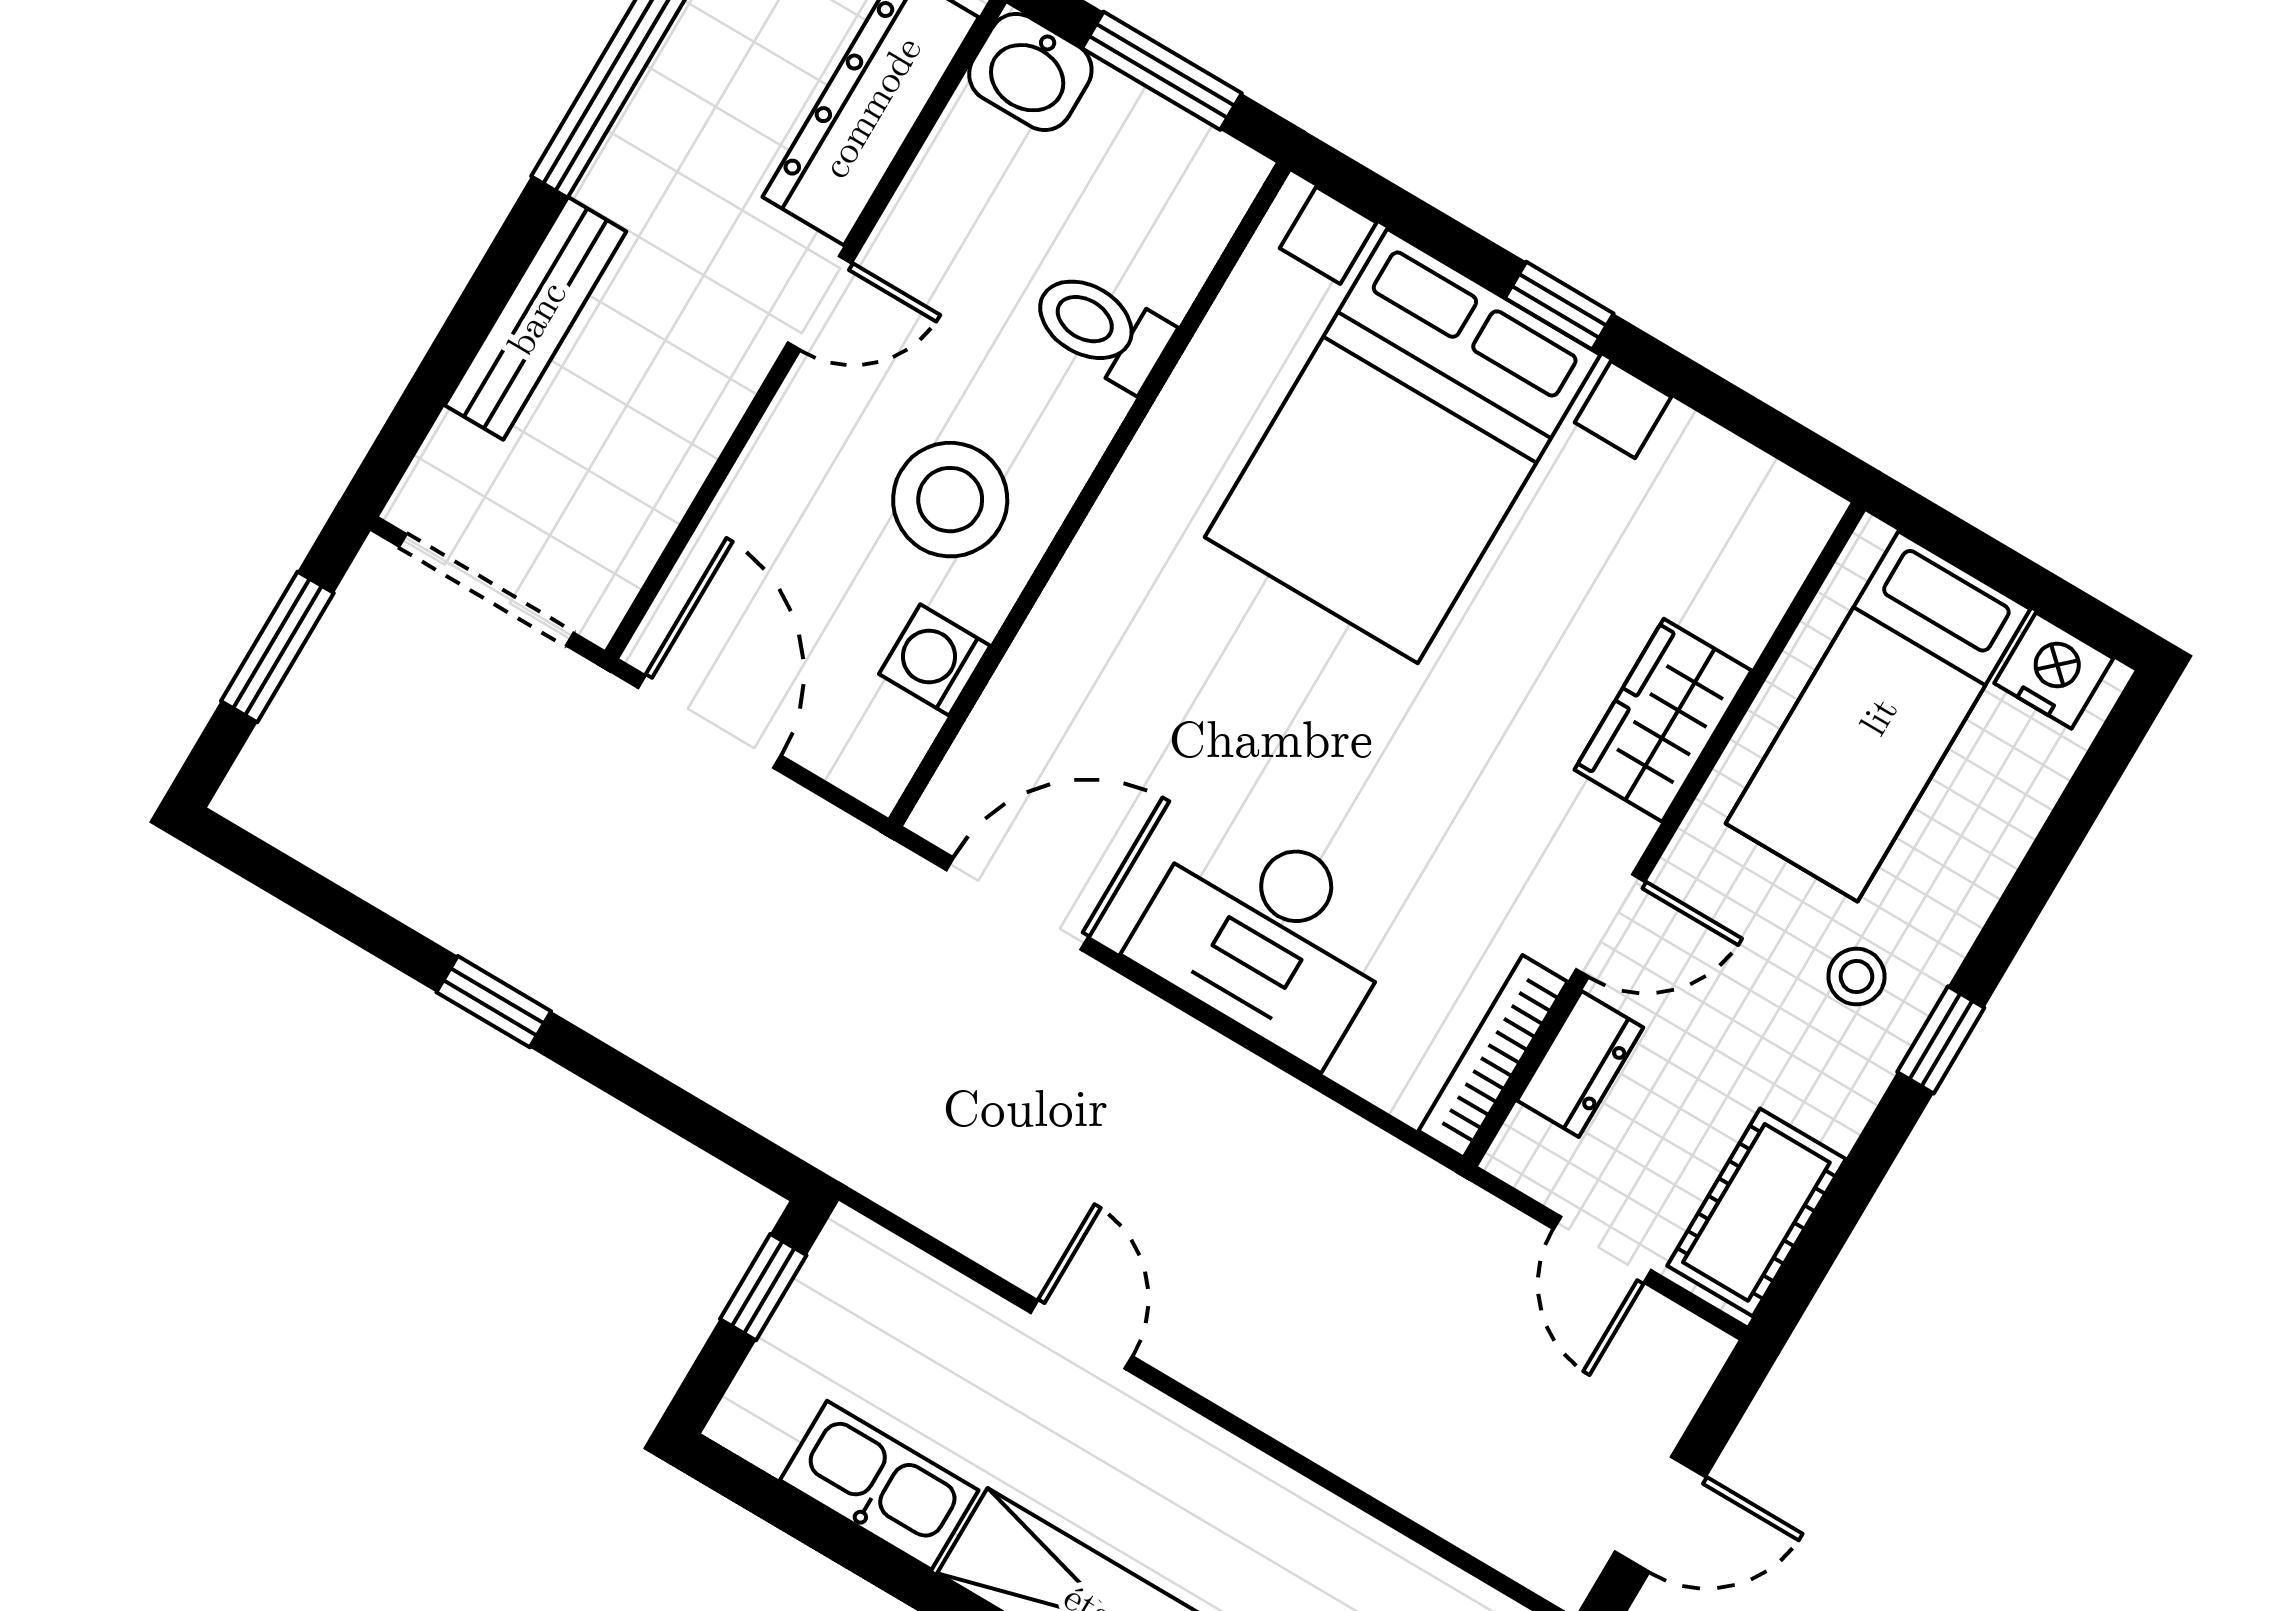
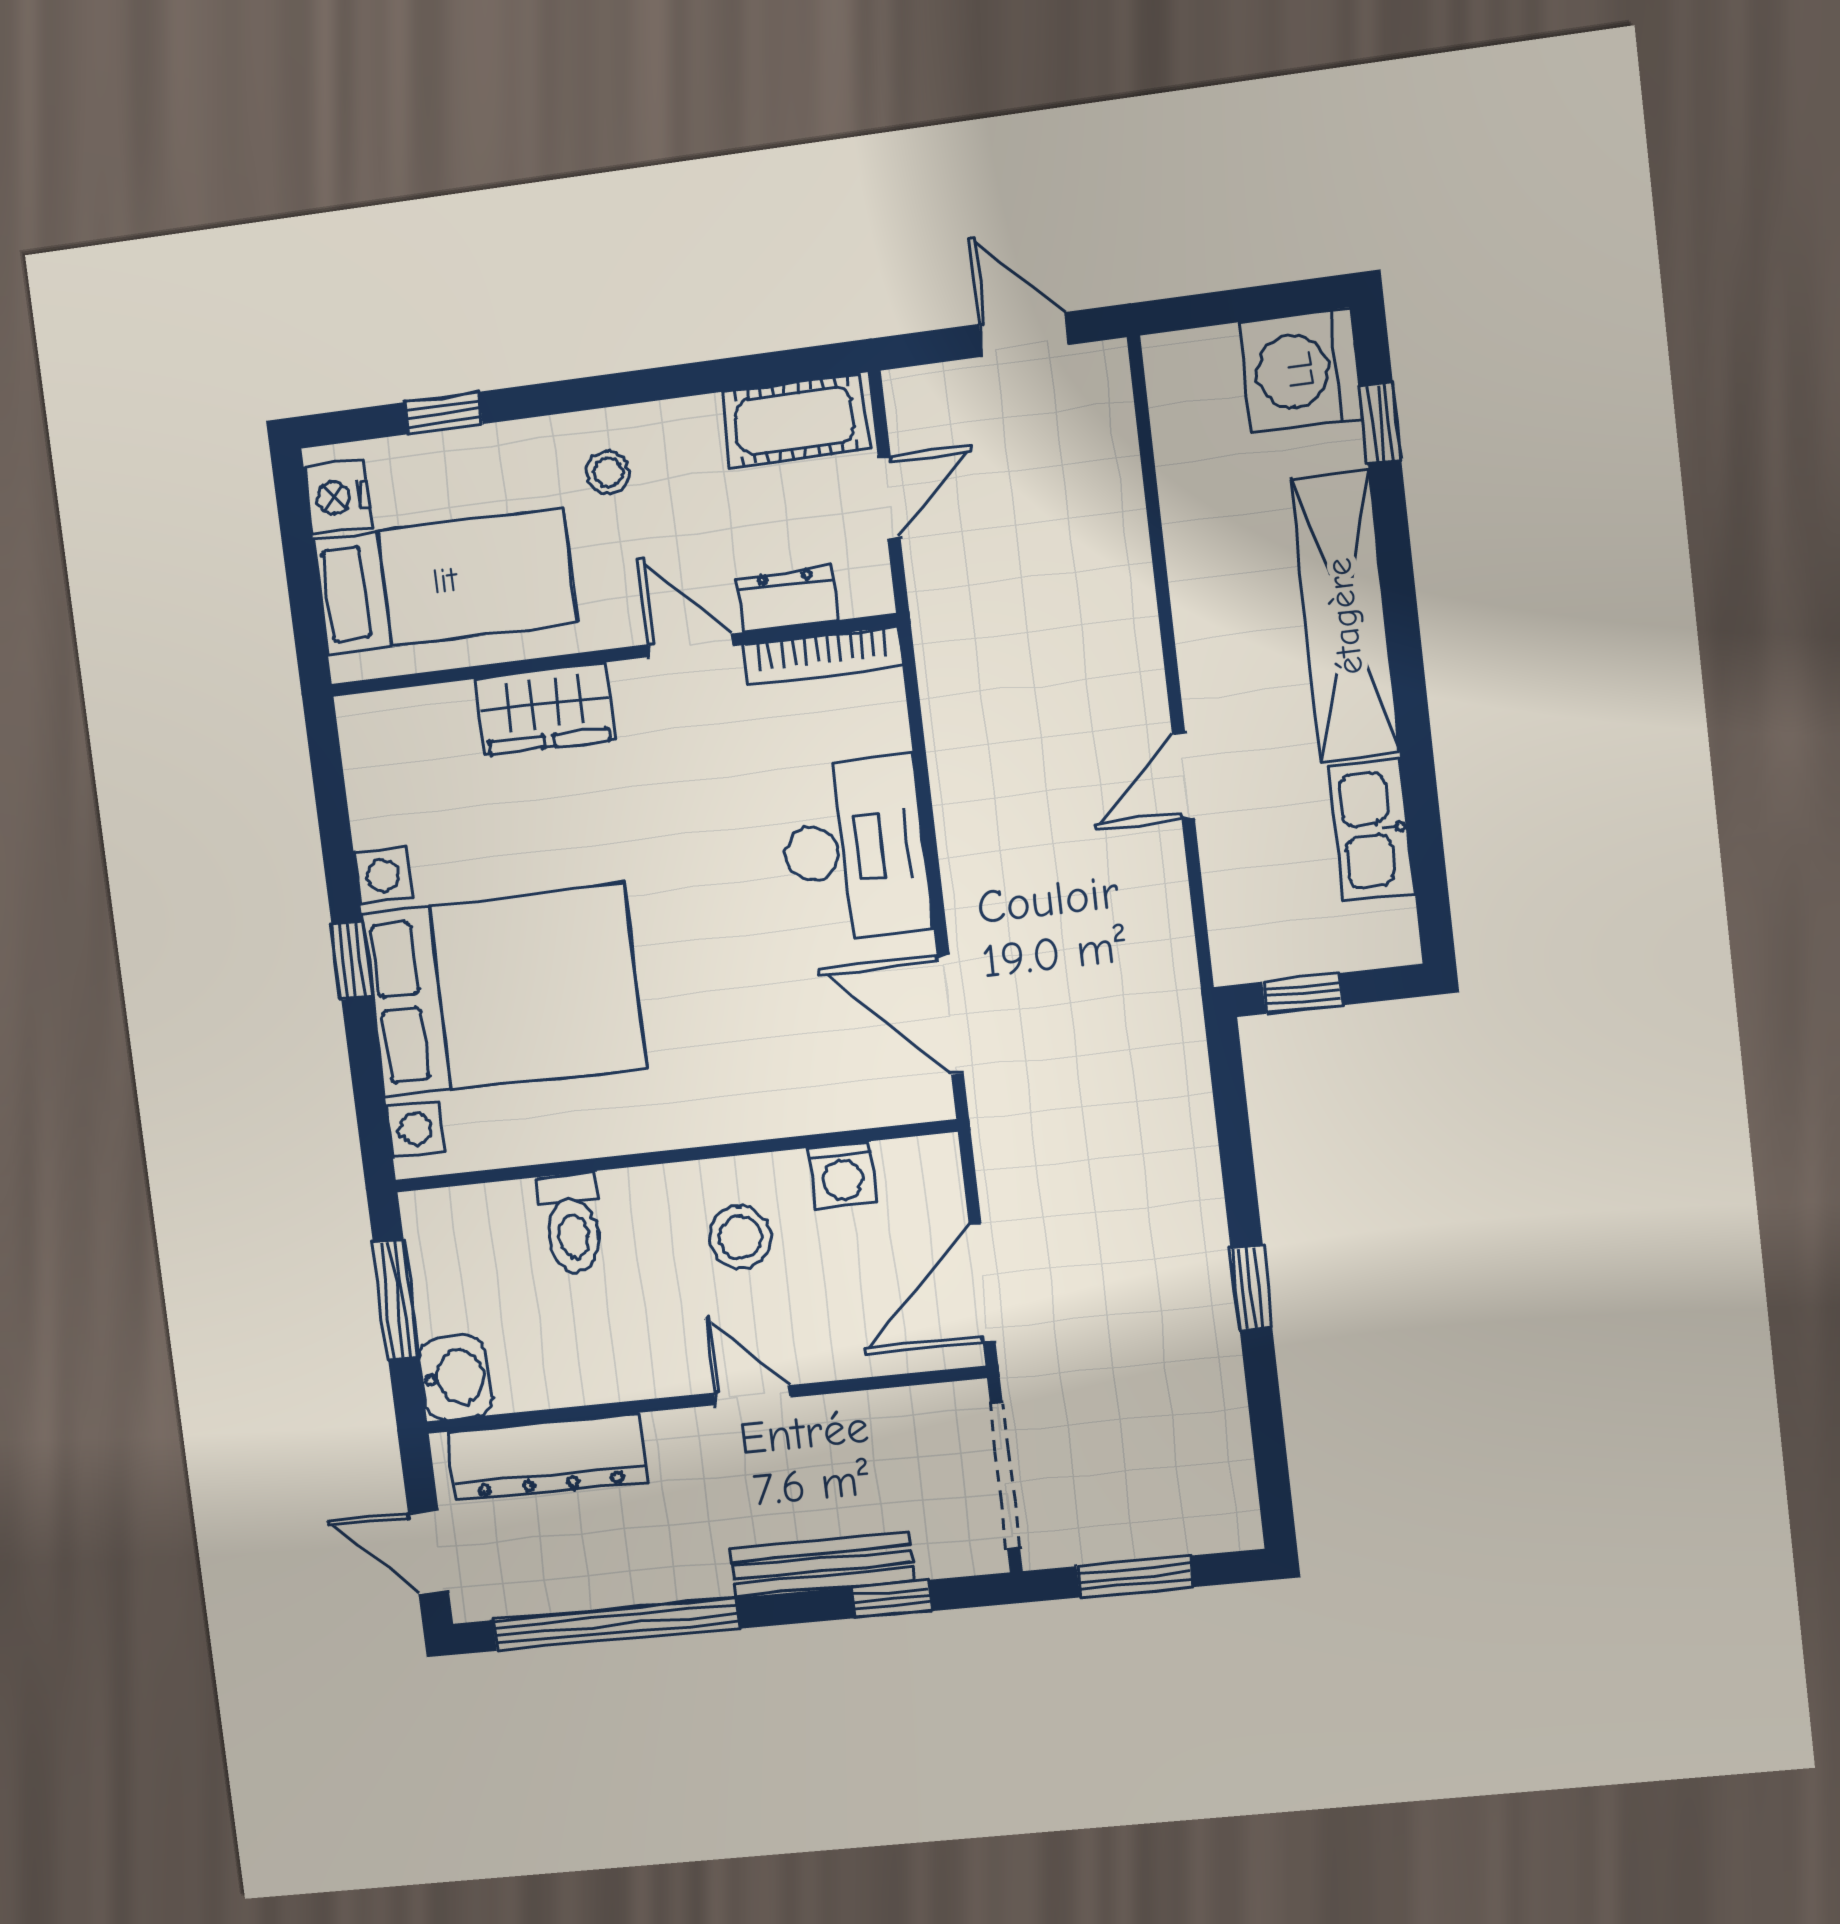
door: (820, 303) -> (752, 1395), moved
window: (443, 366) -> (892, 1599), added
stool: (950, 500) -> (740, 1237), width x0.73, depth x0.73
window: (1941, 1040) -> (443, 413), moved

